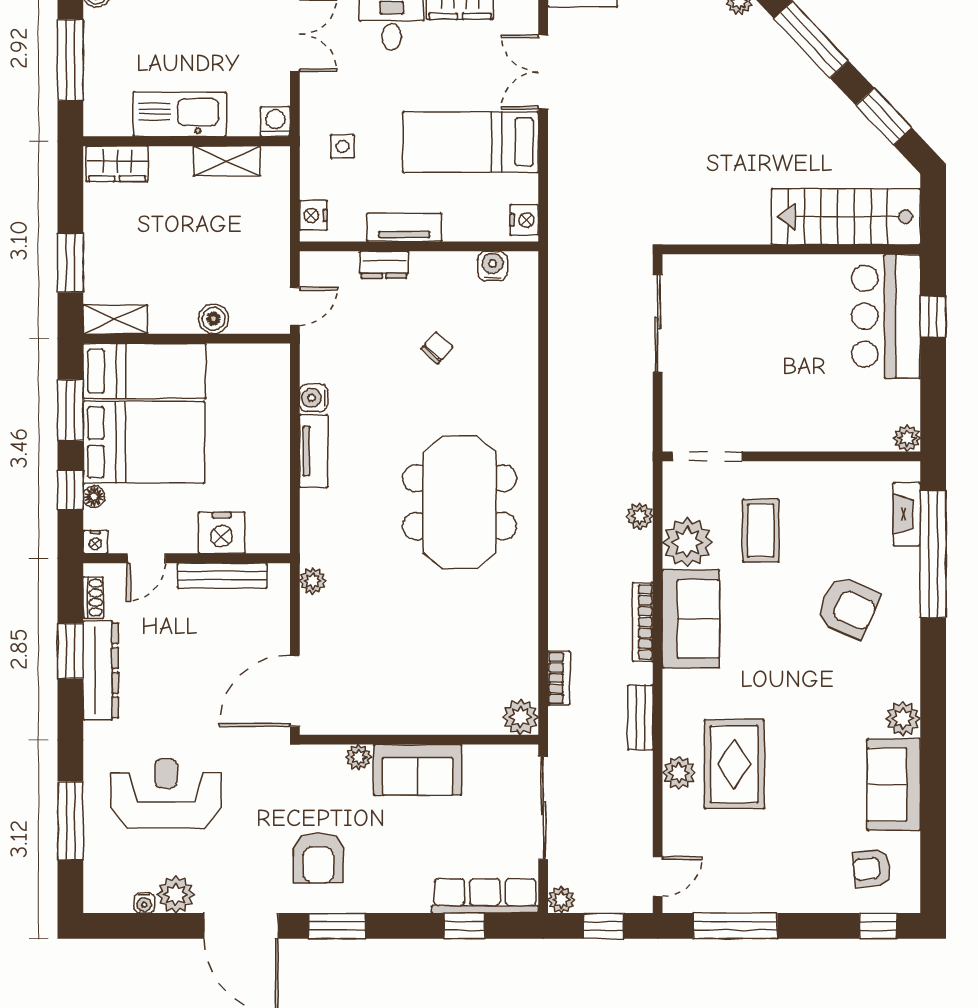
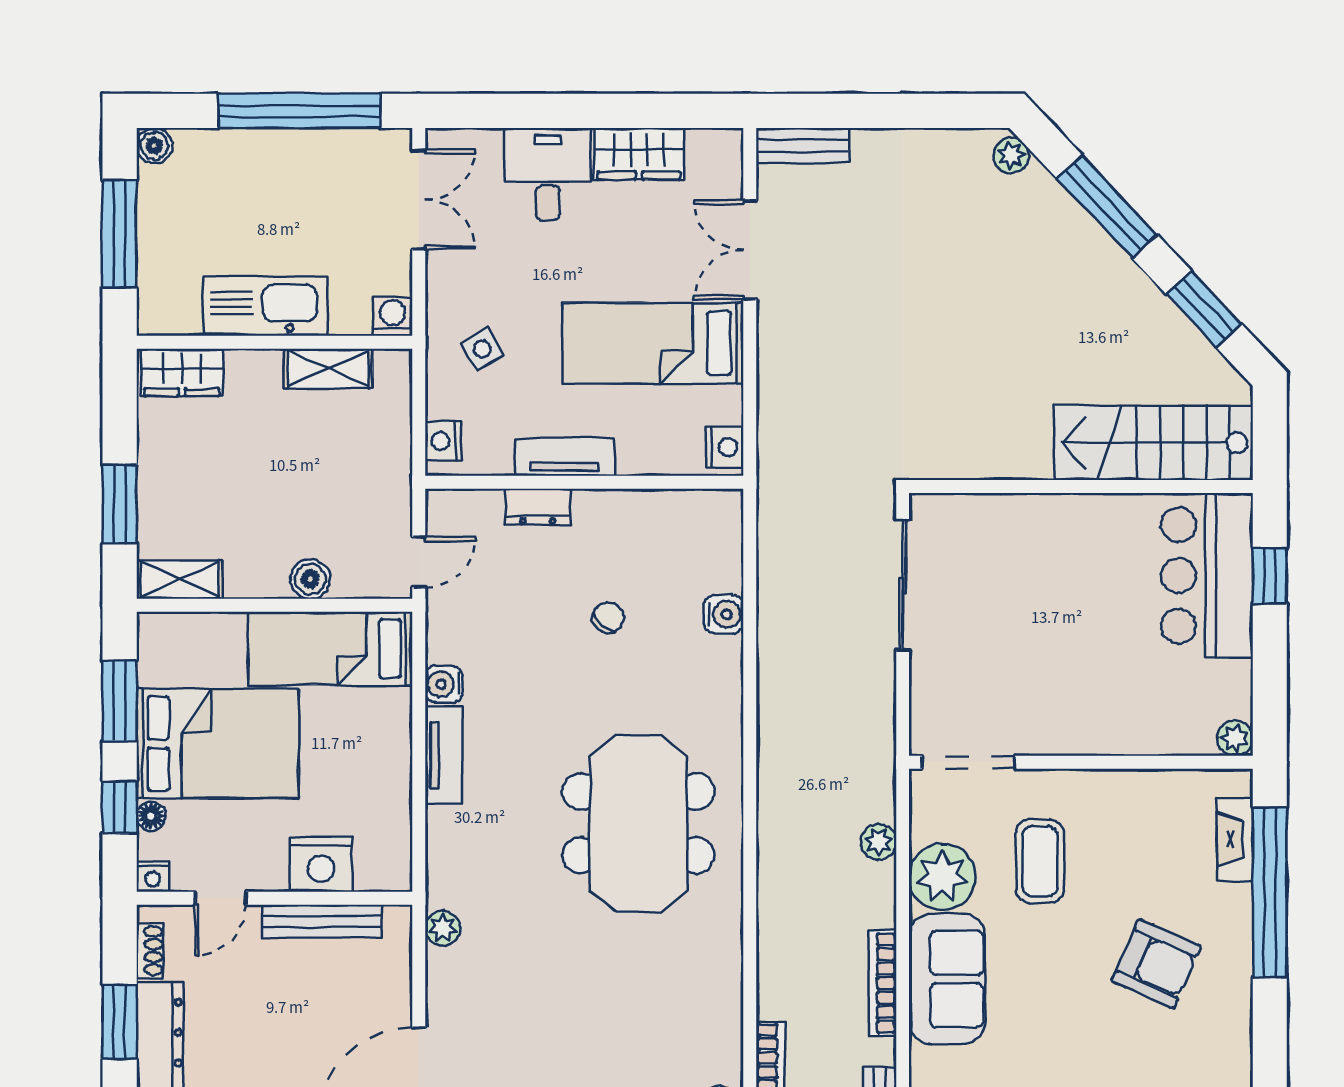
side table: (342, 146) -> (482, 349), turned -30
water cooler: (493, 266) -> (724, 614), moved, turned 90
bed: (145, 371) -> (330, 649), moved, turned 180

